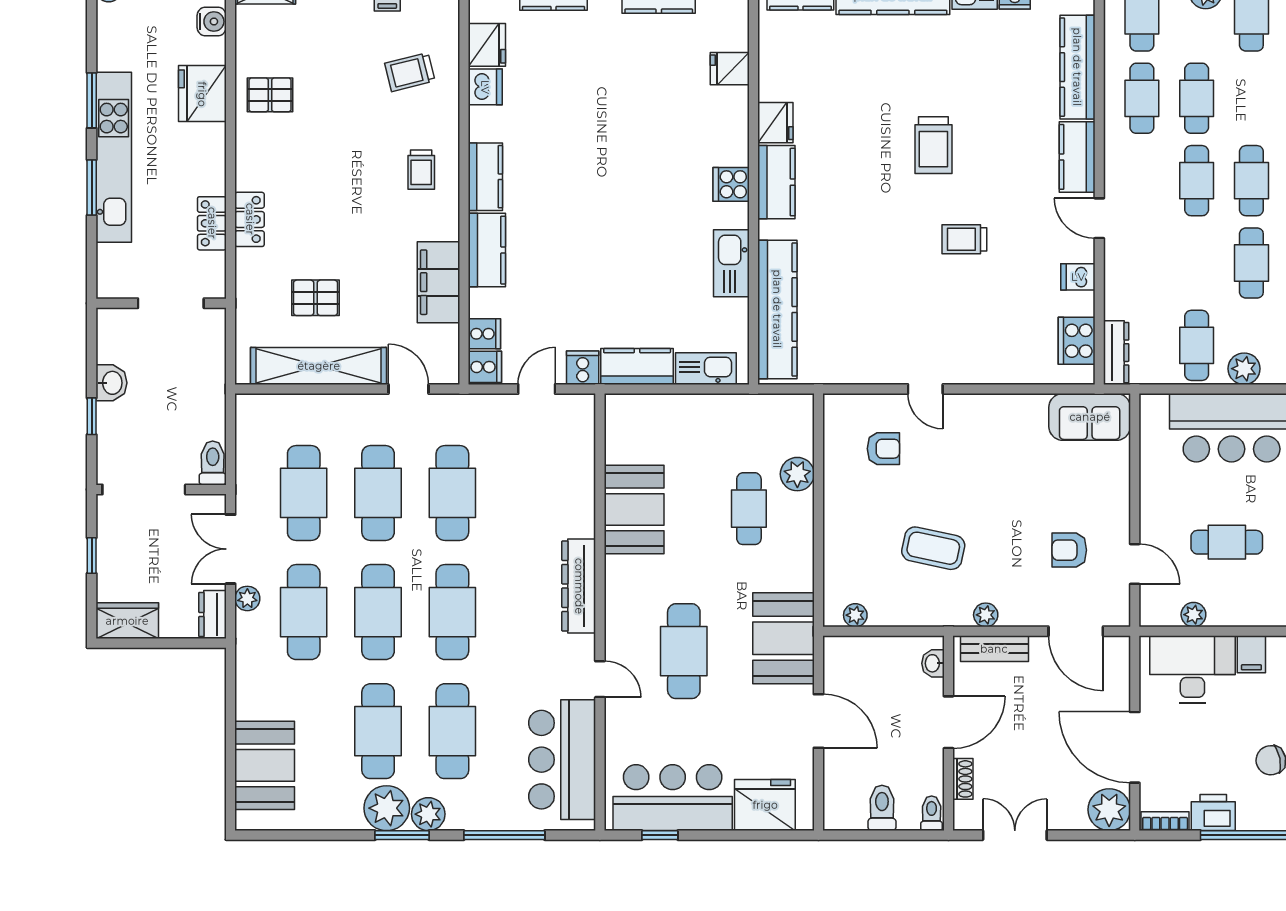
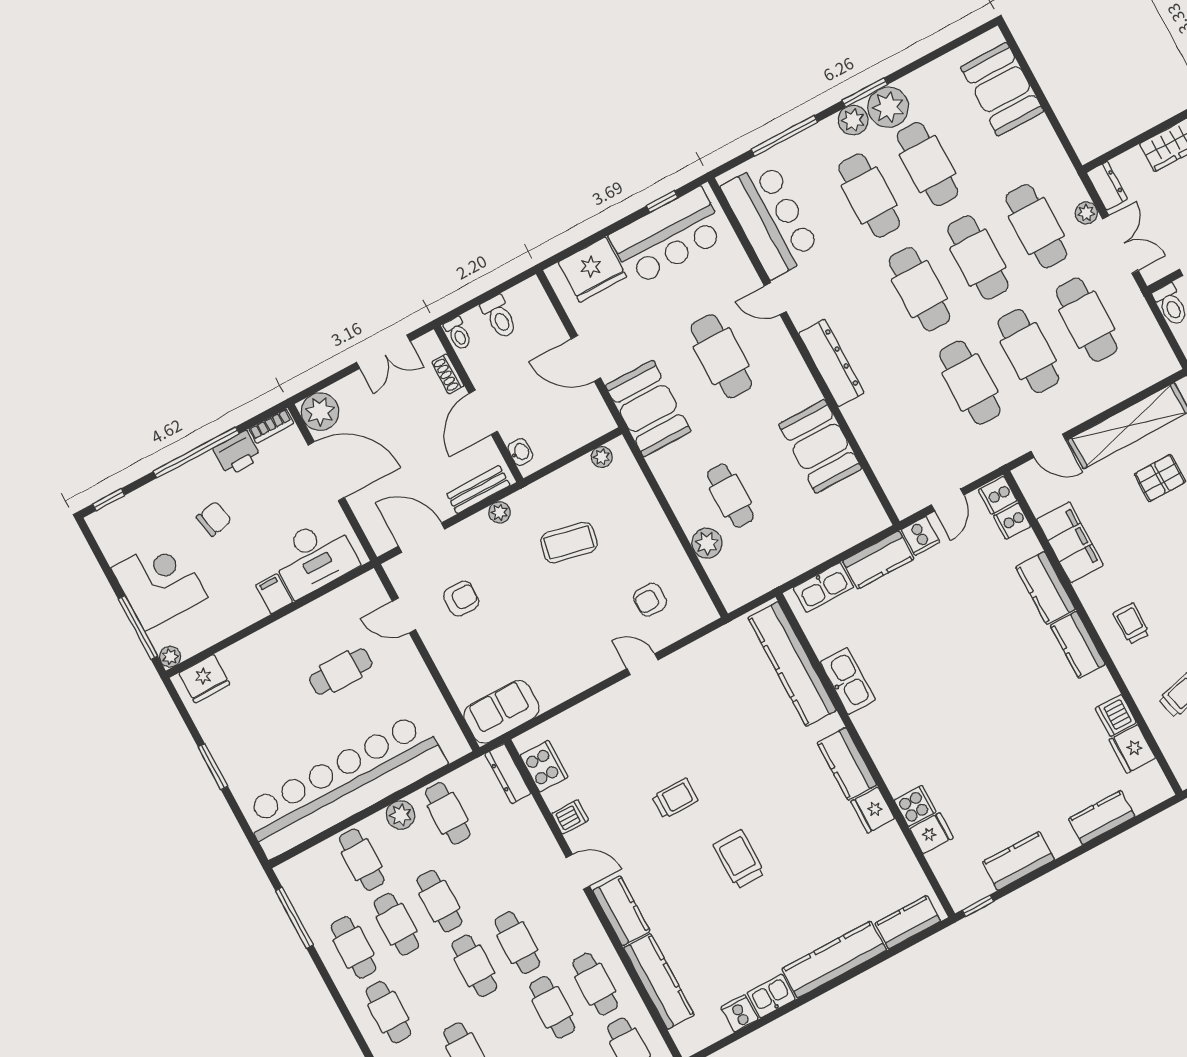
cooker: (731, 184) -> (915, 806), moved
plant: (1193, 615) -> (336, 600), removed

